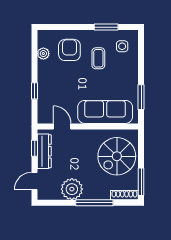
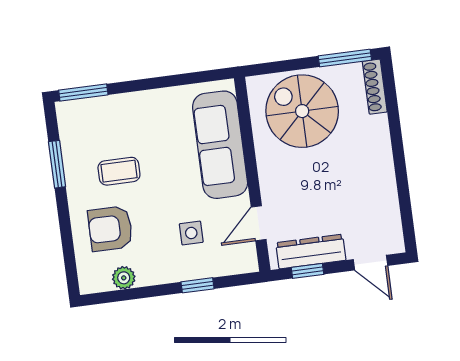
side table: (122, 46) -> (191, 233), moved
window: (141, 97) -> (83, 92), moved
spiral stairs: (117, 156) -> (302, 111), turned 180
plant: (72, 189) -> (376, 189), removed
window: (94, 203) -> (397, 142), removed

